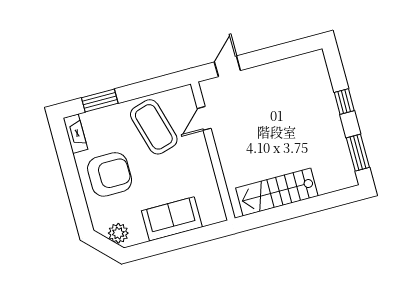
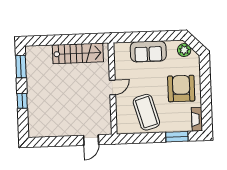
door: (204, 118) -> (112, 87), moved
armchair: (110, 174) -> (181, 89), turned 90

